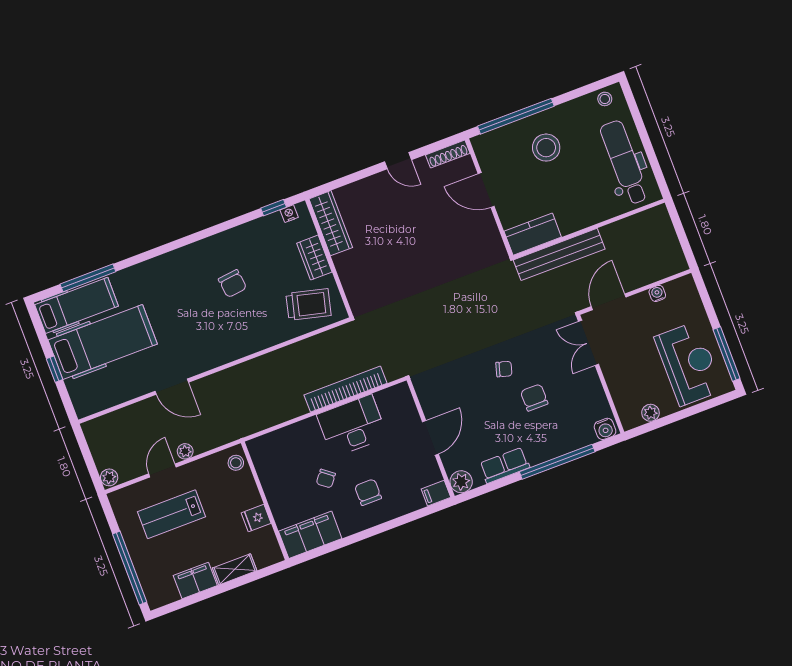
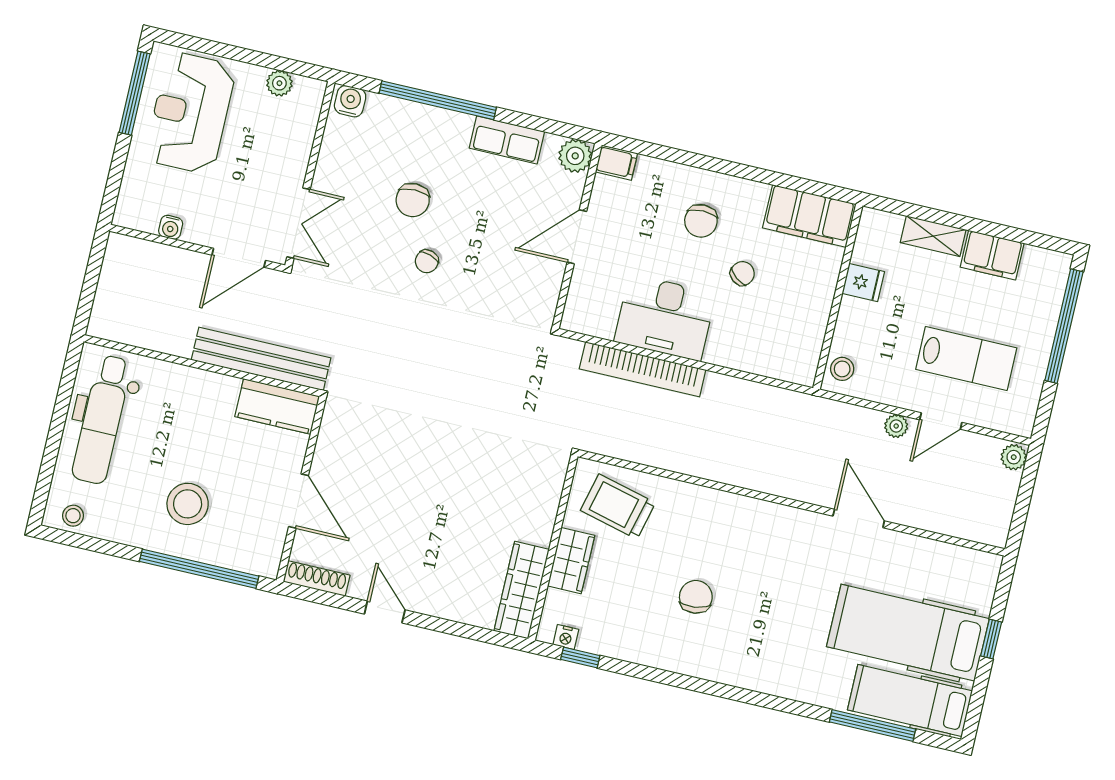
chair: (504, 369) -> (427, 261), turned -88

